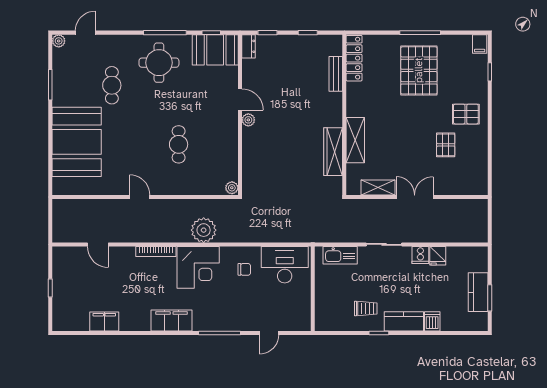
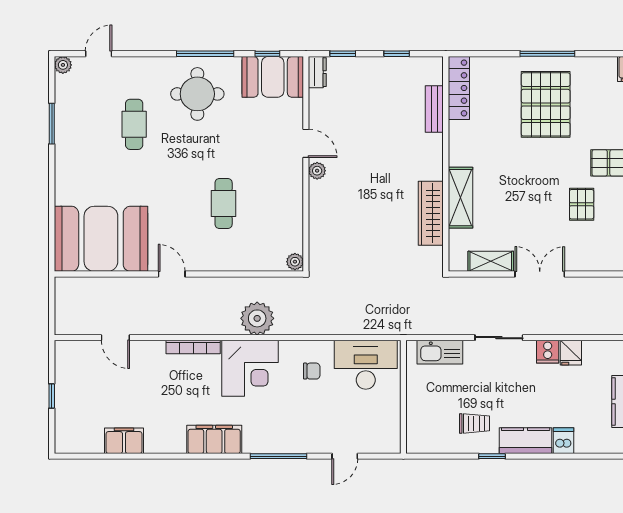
booth: (77, 142) -> (101, 239), moved, turned 90

